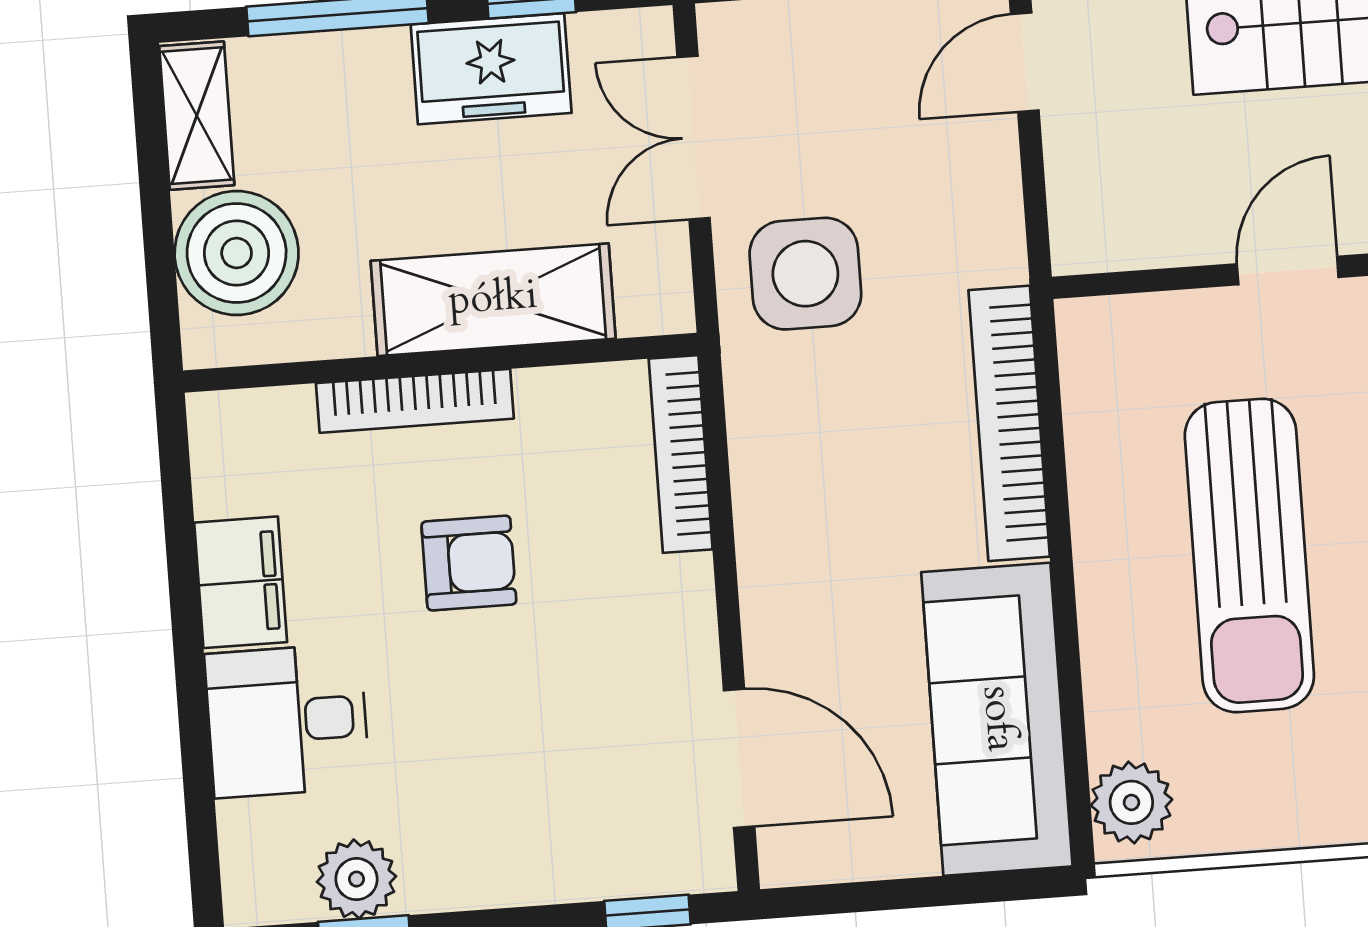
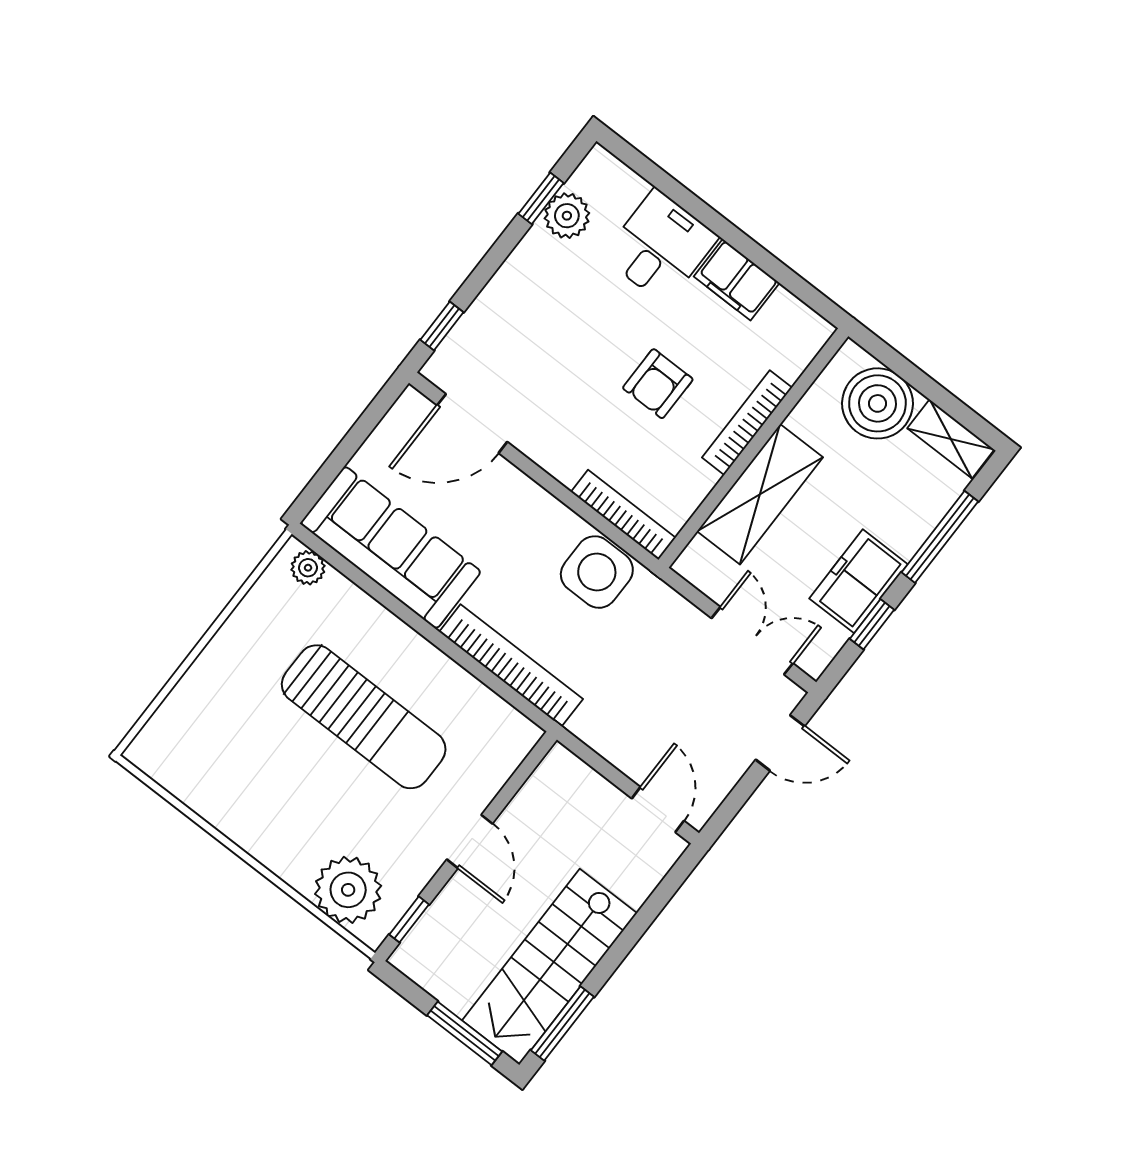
side table: (805, 274) -> (597, 572), moved
sun lounger: (1249, 555) -> (364, 717), turned 180
plant: (1131, 802) -> (308, 568), width x0.73, depth x0.73

